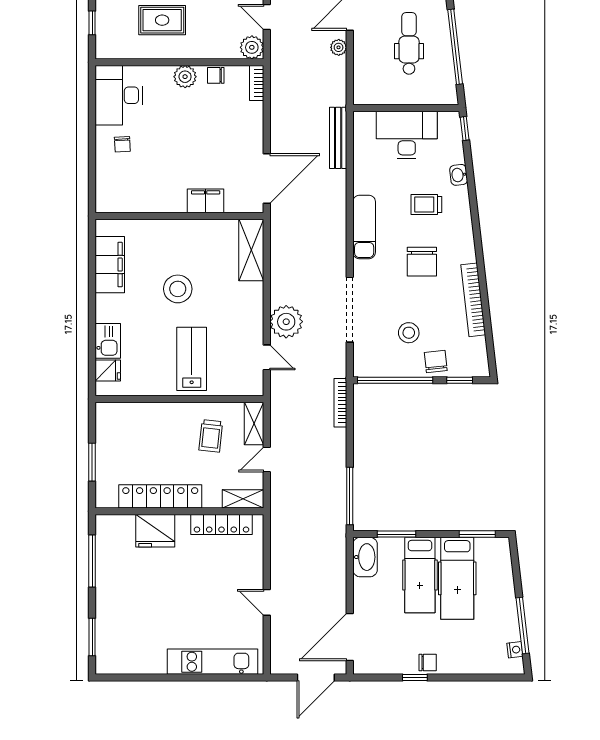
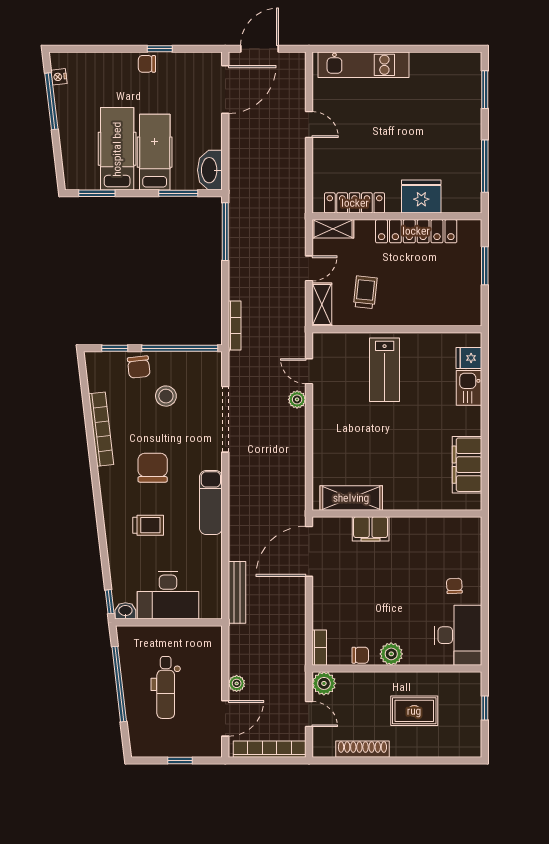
washbasin: (459, 175) -> (125, 611), moved, turned -83
shelving: (251, 250) -> (351, 498), moved, turned 90
stool: (178, 289) -> (399, 440), removed
plant: (286, 322) -> (297, 399), width x0.53, depth x0.53

